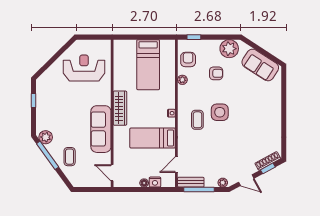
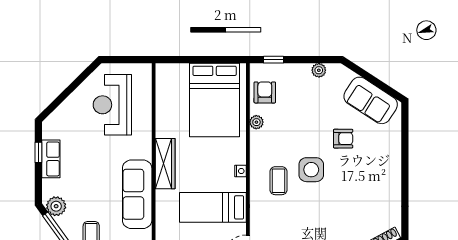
plant: (229, 49) -> (319, 70), width x0.53, depth x0.53
bed: (148, 65) -> (215, 100), width x1.50
reception desk: (84, 68) -> (112, 105), turned -90
armchair: (216, 73) -> (343, 139), moved
row of seats: (42, 105) -> (51, 159), added

